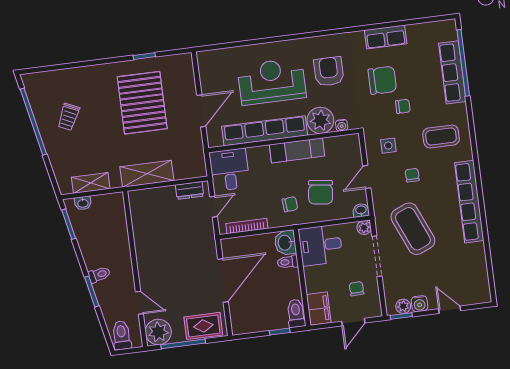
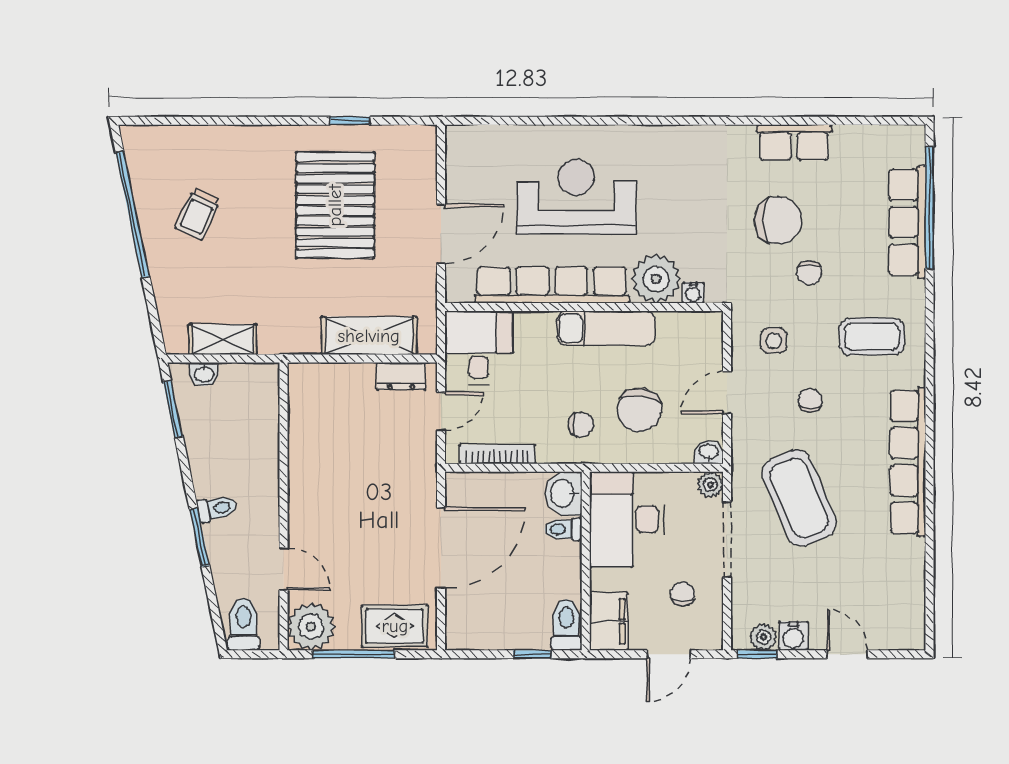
armchair: (329, 71) -> (683, 192), removed
chair: (403, 106) -> (809, 273), turned 90
shelving: (147, 174) -> (369, 336), moved
desk: (321, 245) -> (627, 519), width x1.37

